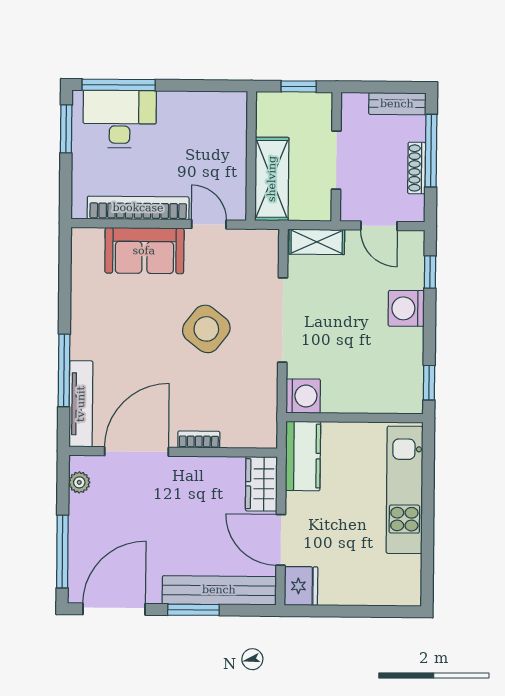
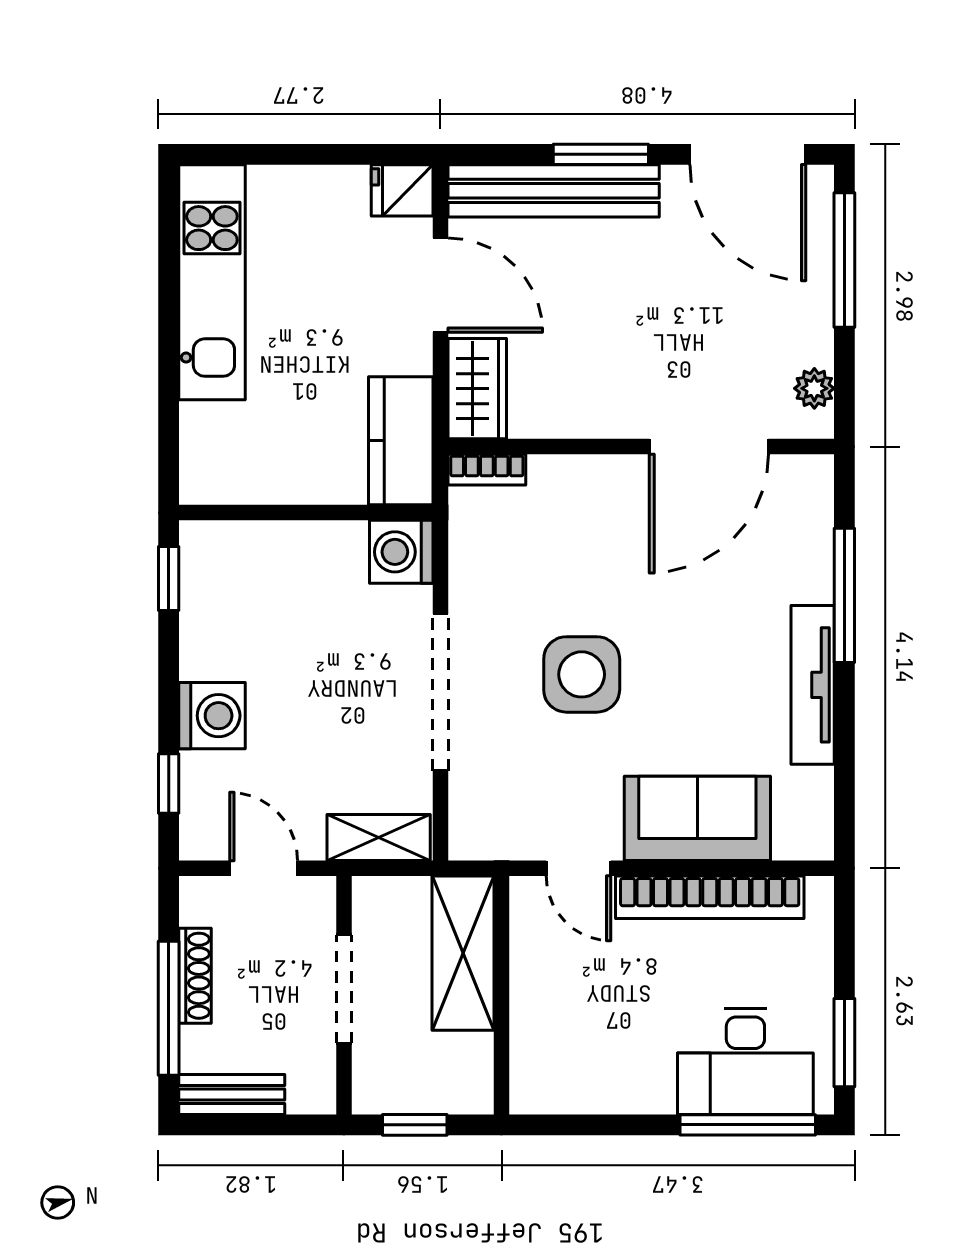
side table: (206, 329) -> (582, 674), turned -38
tv unit: (81, 404) -> (813, 685), moved
bookcase: (199, 439) -> (487, 470), moved
kitchen unit: (405, 490) -> (212, 282), moved
fridge: (301, 586) -> (402, 190), width x0.72
door: (114, 609) -> (748, 154), hinge flipped

